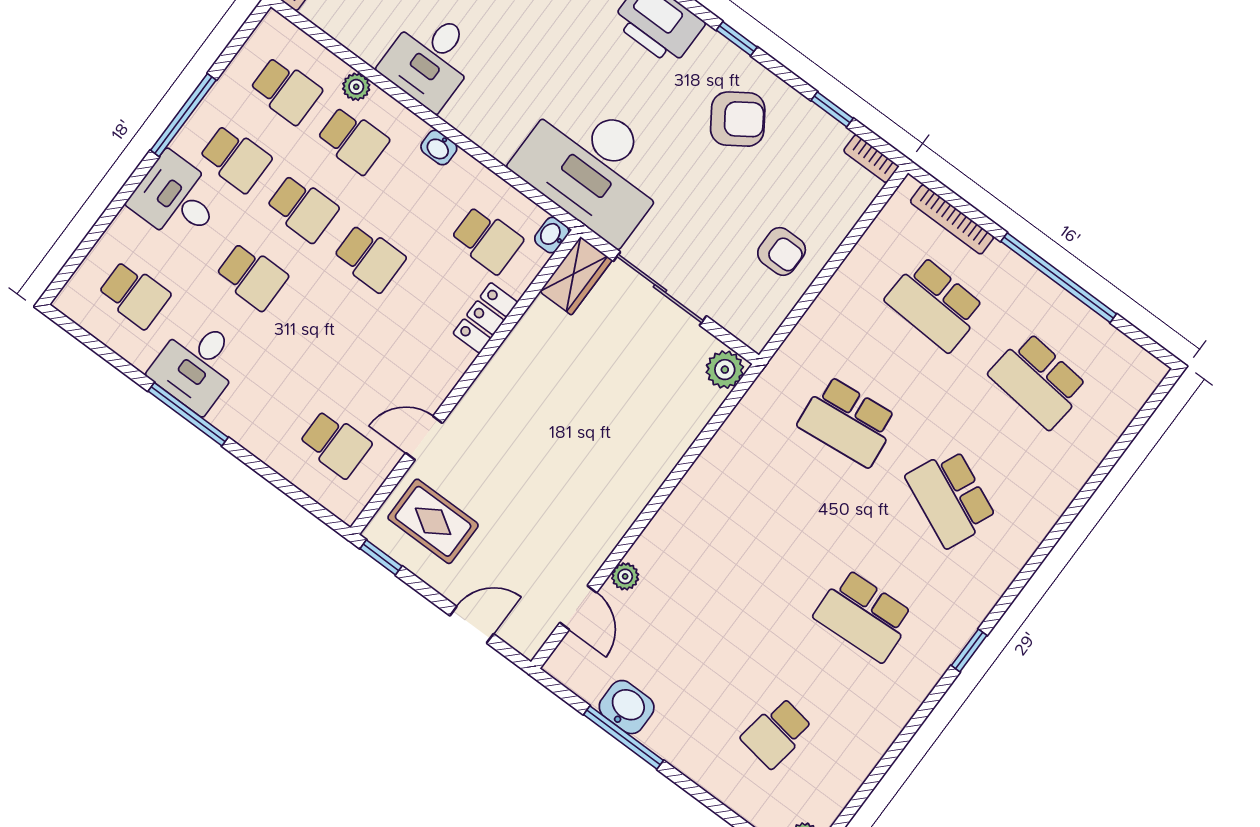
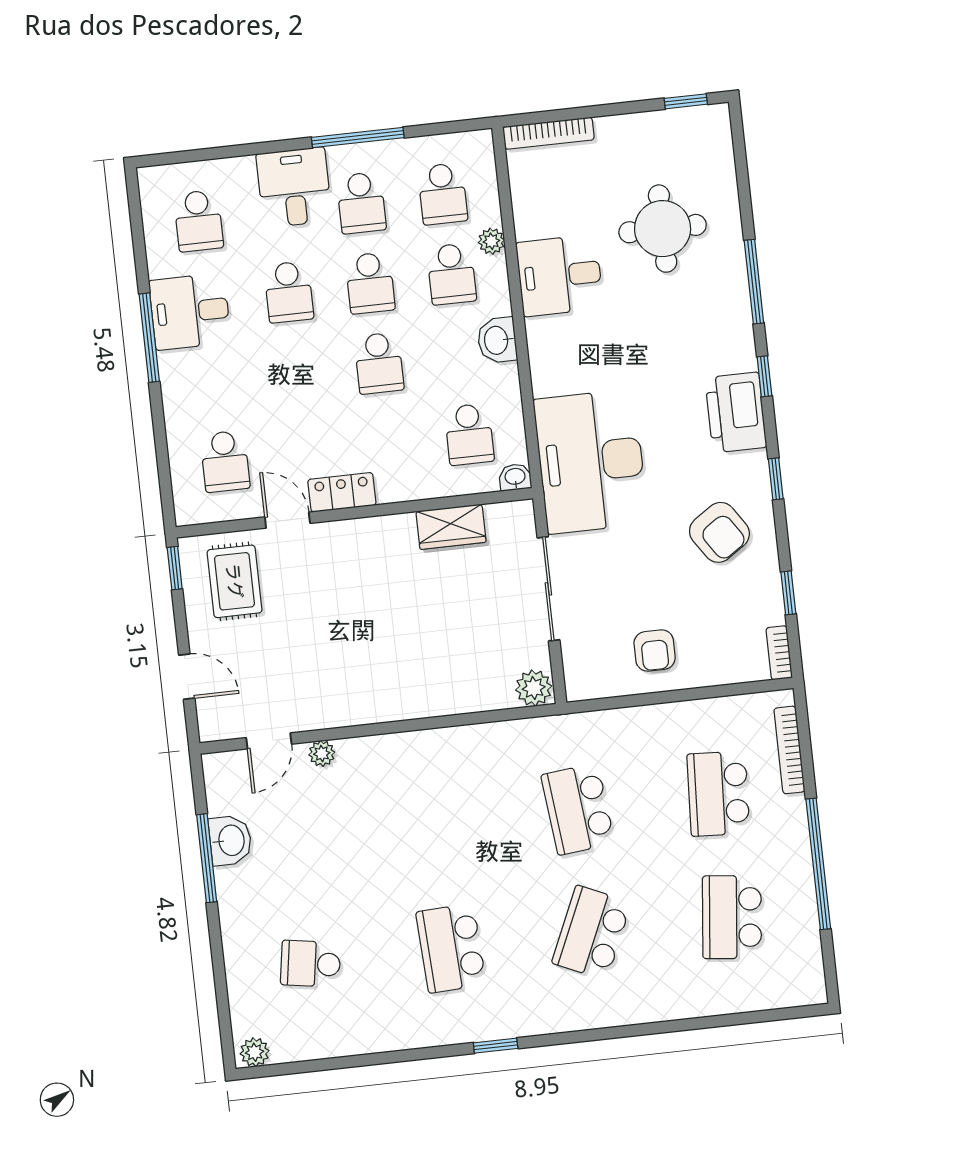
washbasin: (439, 147) -> (497, 340), width x1.38, depth x1.45
wardrobe: (576, 276) -> (451, 527), moved
locker: (485, 318) -> (342, 492), moved

